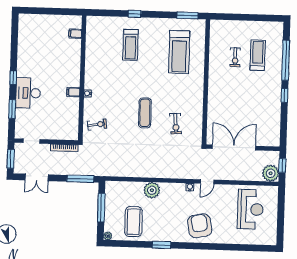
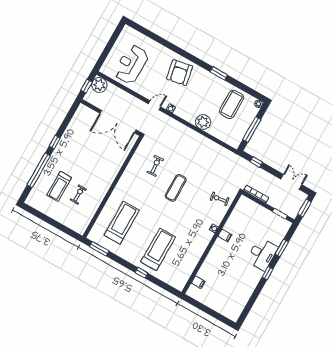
treadmill: (131, 45) -> (158, 249), width x1.37, depth x1.38
window: (80, 179) -> (256, 162), width x0.46

